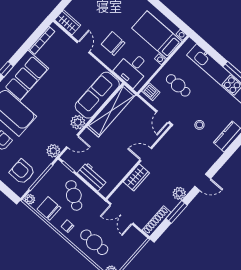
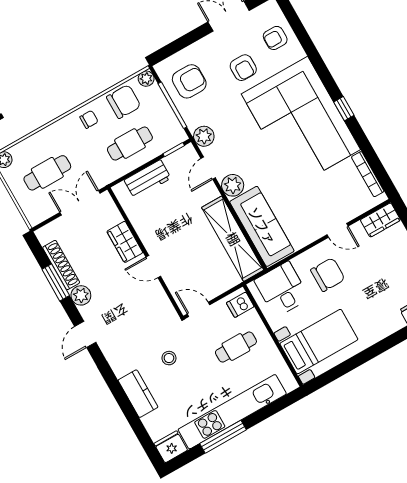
door: (146, 154) -> (153, 267), swing flipped
cafe table: (74, 195) -> (130, 144), turned -33
shoe rack: (157, 221) -> (61, 265), moved
cafe table: (94, 242) -> (47, 173), moved

